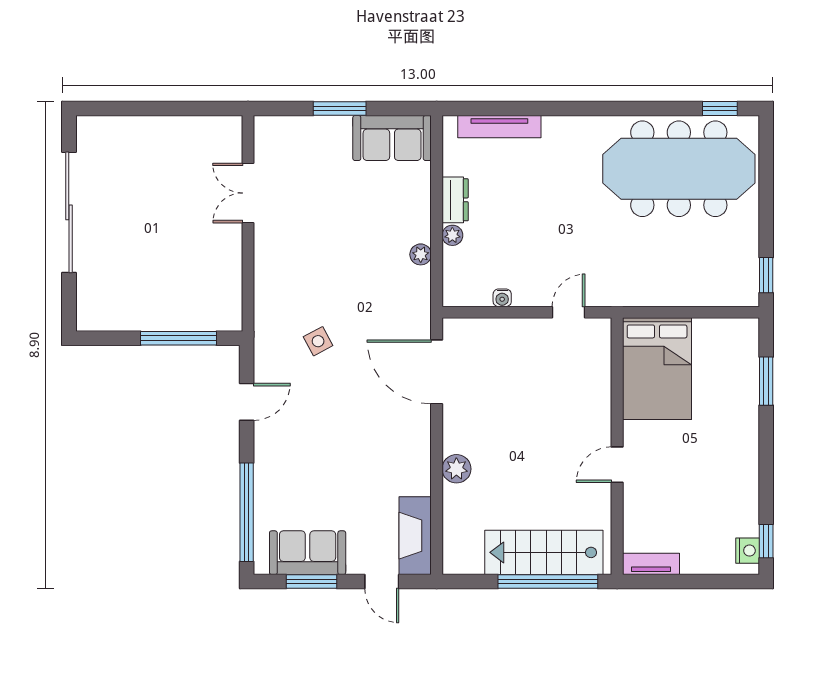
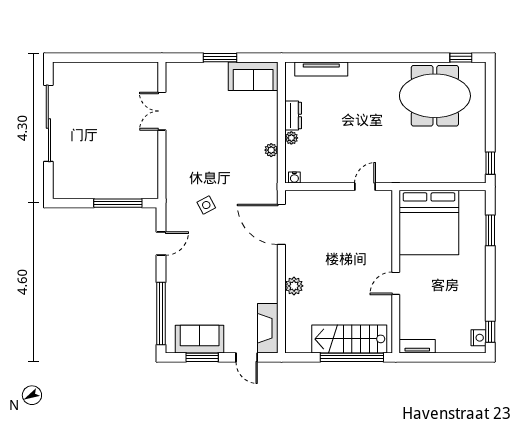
meeting table: (679, 169) -> (435, 96), width x0.73
water cooler: (502, 298) -> (294, 178), moved
bed: (657, 369) -> (429, 222), width x1.36

